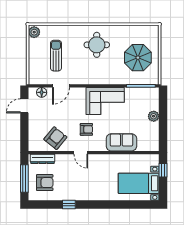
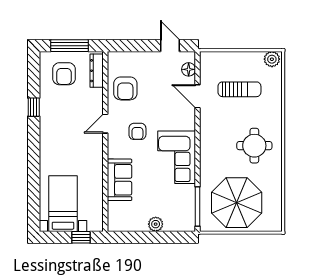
parasol: (138, 58) -> (237, 203), width x1.36, depth x1.36
armchair: (55, 138) -> (125, 88), turned 51

